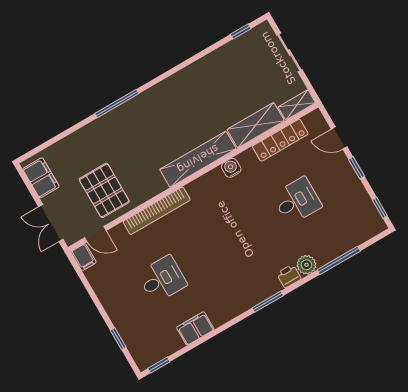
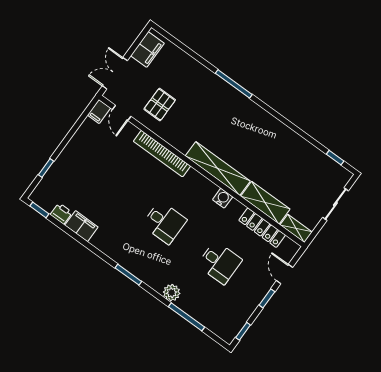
pallet: (104, 190) -> (160, 105), width x0.67, depth x0.71
printer: (289, 276) -> (61, 214), moved
desk: (162, 279) -> (164, 222), moved

